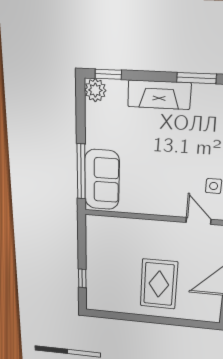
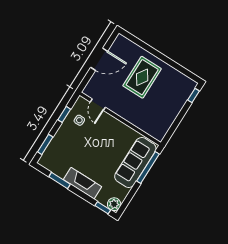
sofa: (102, 180) -> (135, 162), width x1.36
window: (82, 278) -> (194, 96), moved

